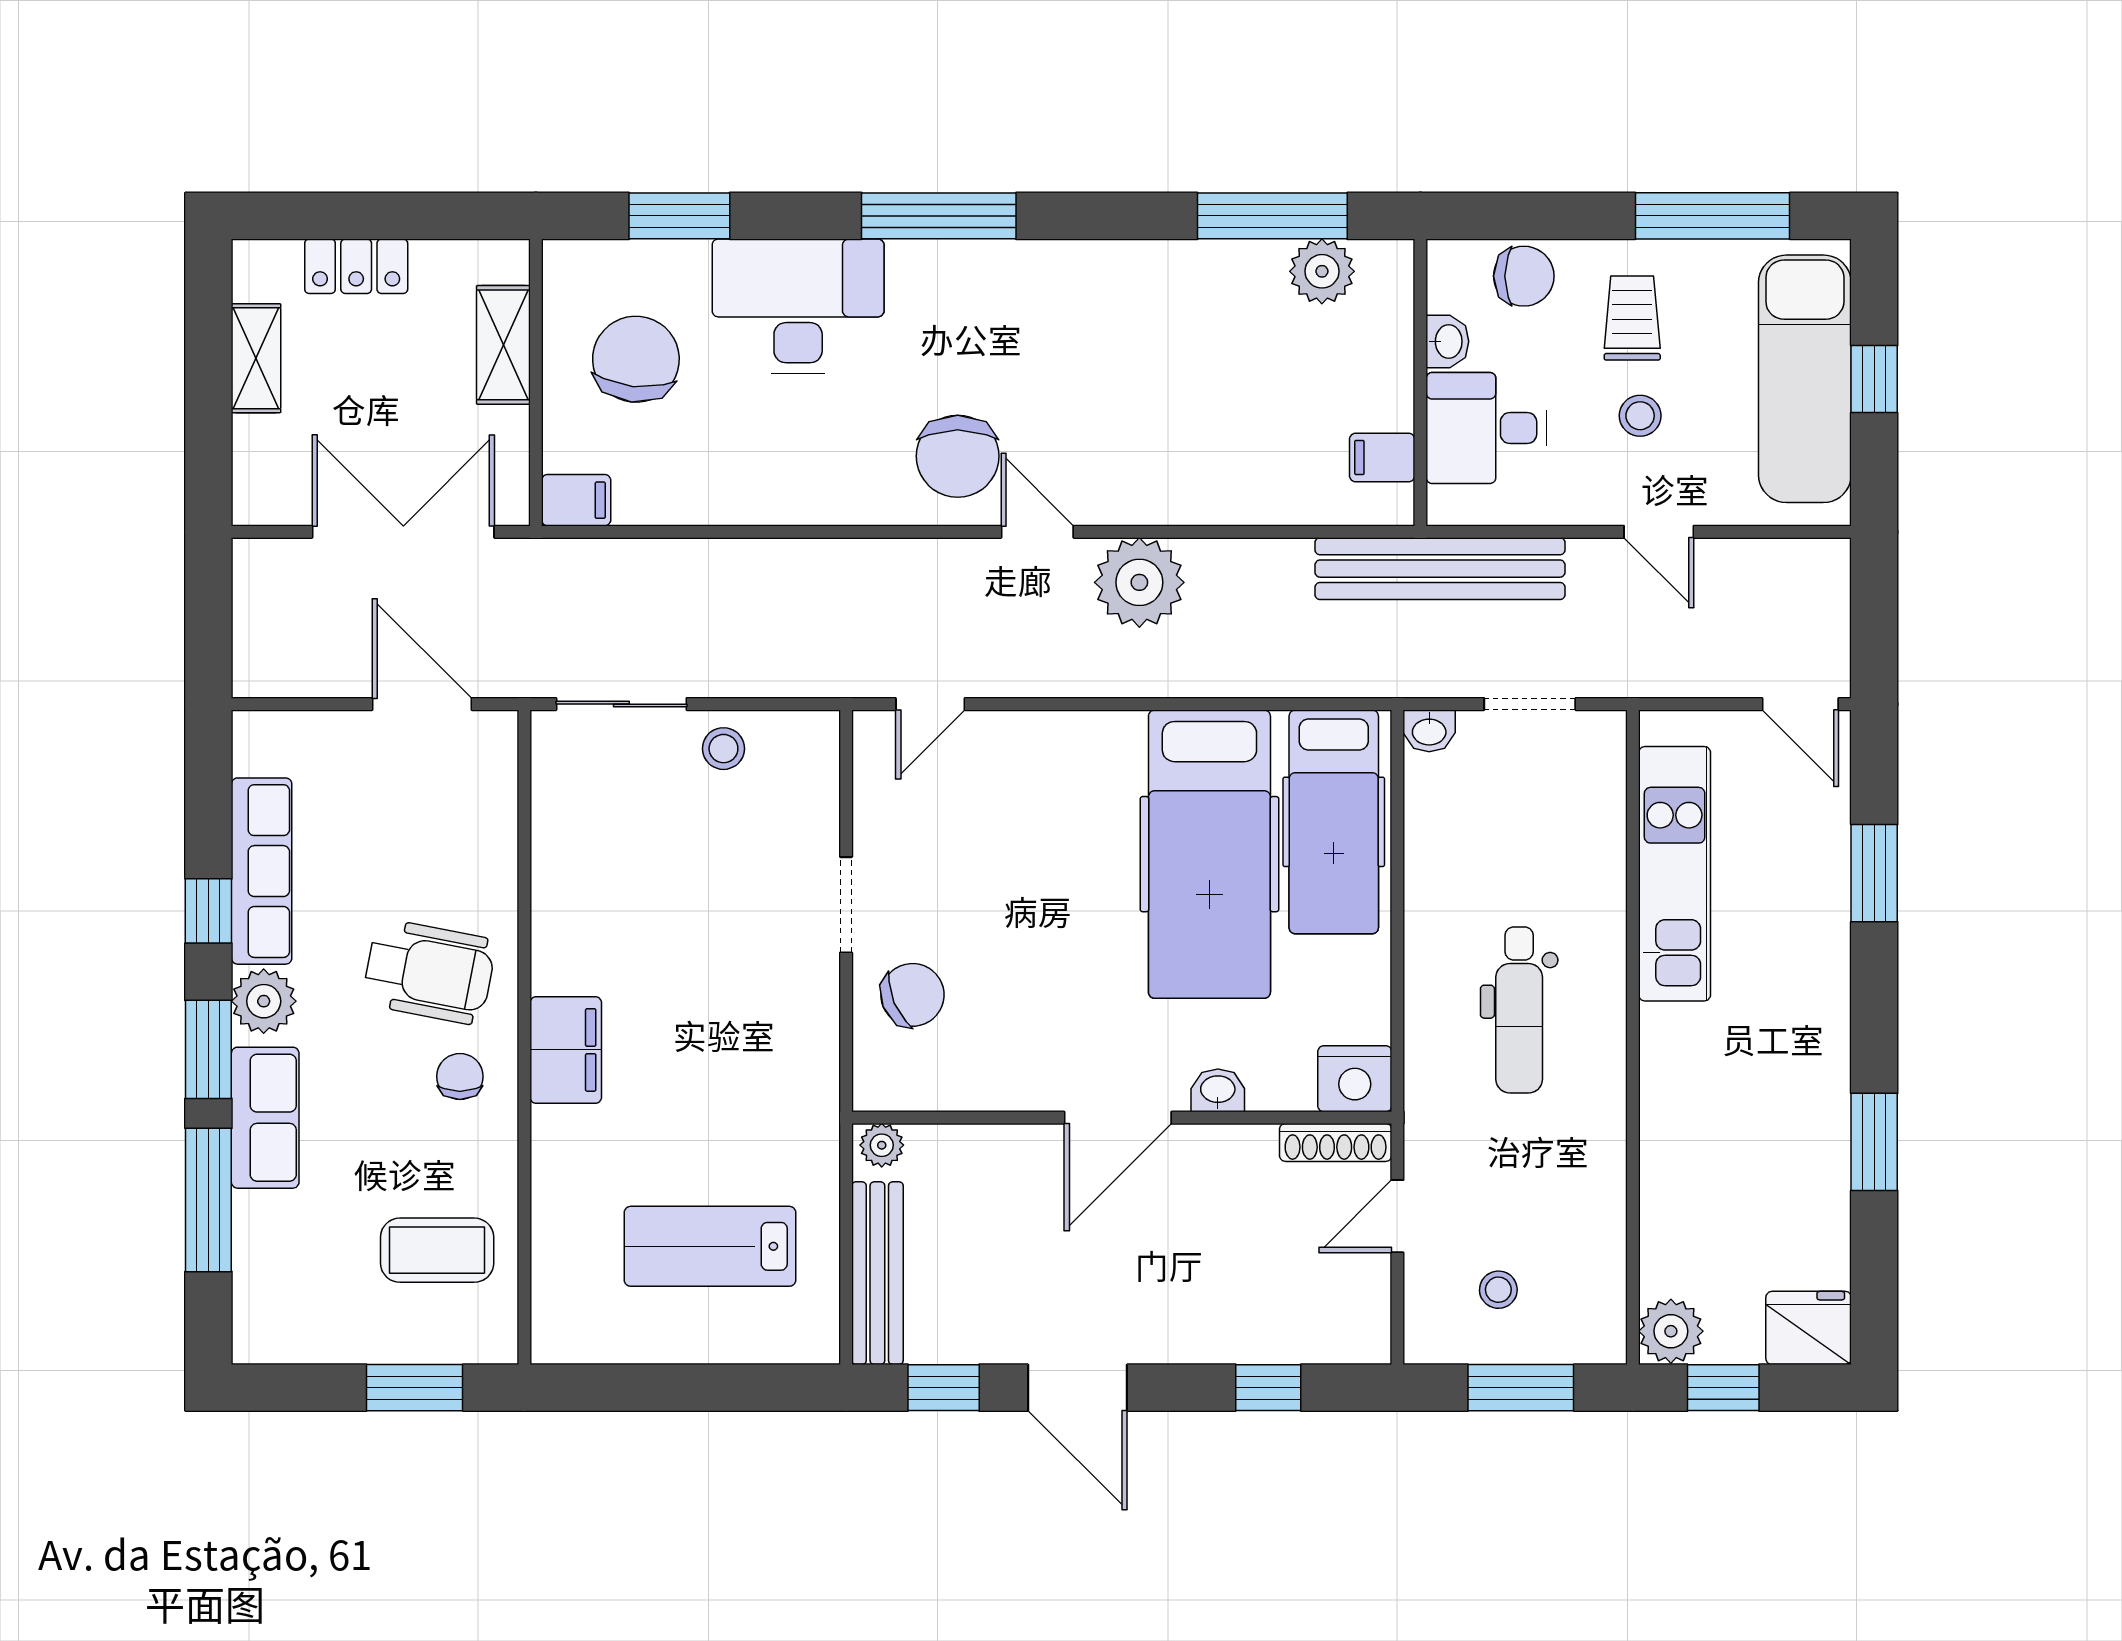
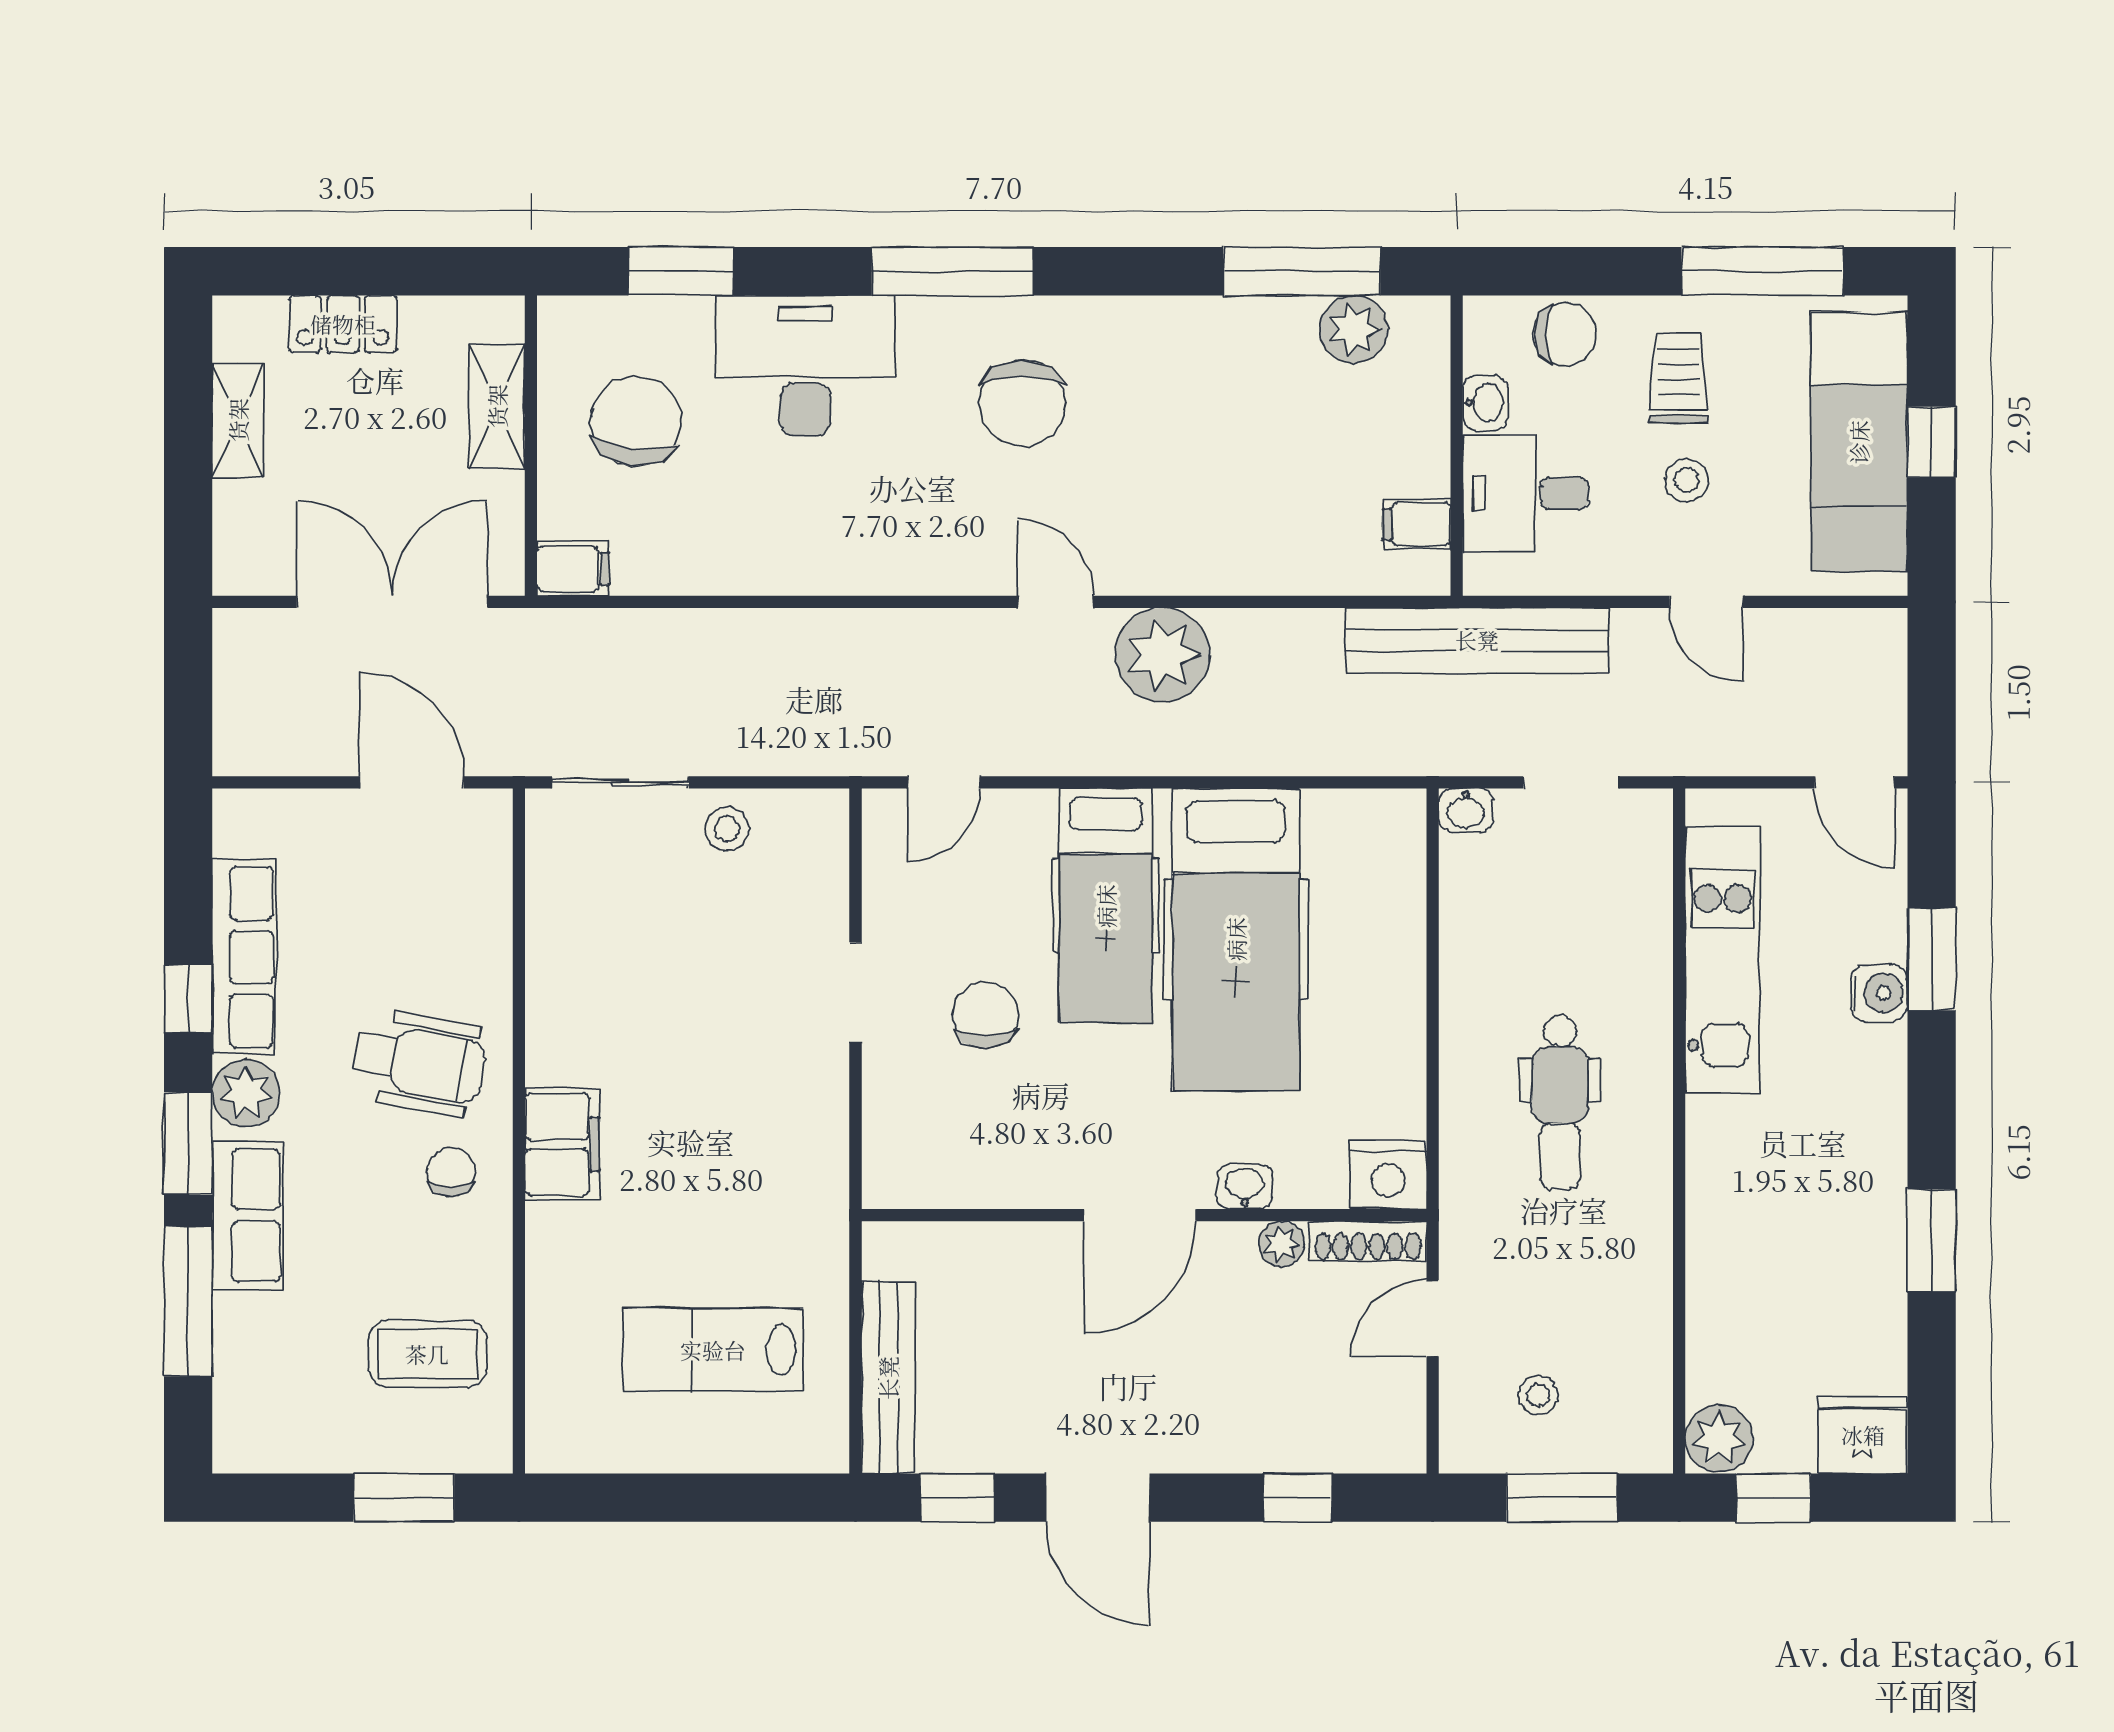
chair: (958, 456) -> (1022, 403), moved
hospital bed: (1334, 822) -> (1106, 906), moved
water cooler: (1824, 905) -> (1879, 993), added
chair: (912, 995) -> (985, 1015), moved, turned -67
plant: (882, 1145) -> (1282, 1244), moved

